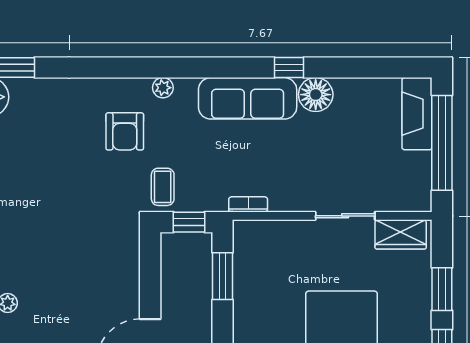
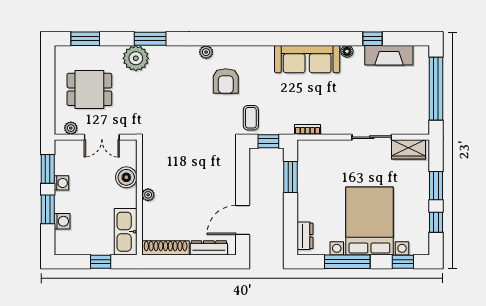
window: (289, 68) -> (372, 39), moved
plant: (163, 88) -> (206, 52), moved
floor lamp: (316, 95) -> (347, 51), width x0.53, depth x0.53
fireplace: (417, 114) -> (389, 55), moved, turned -90

